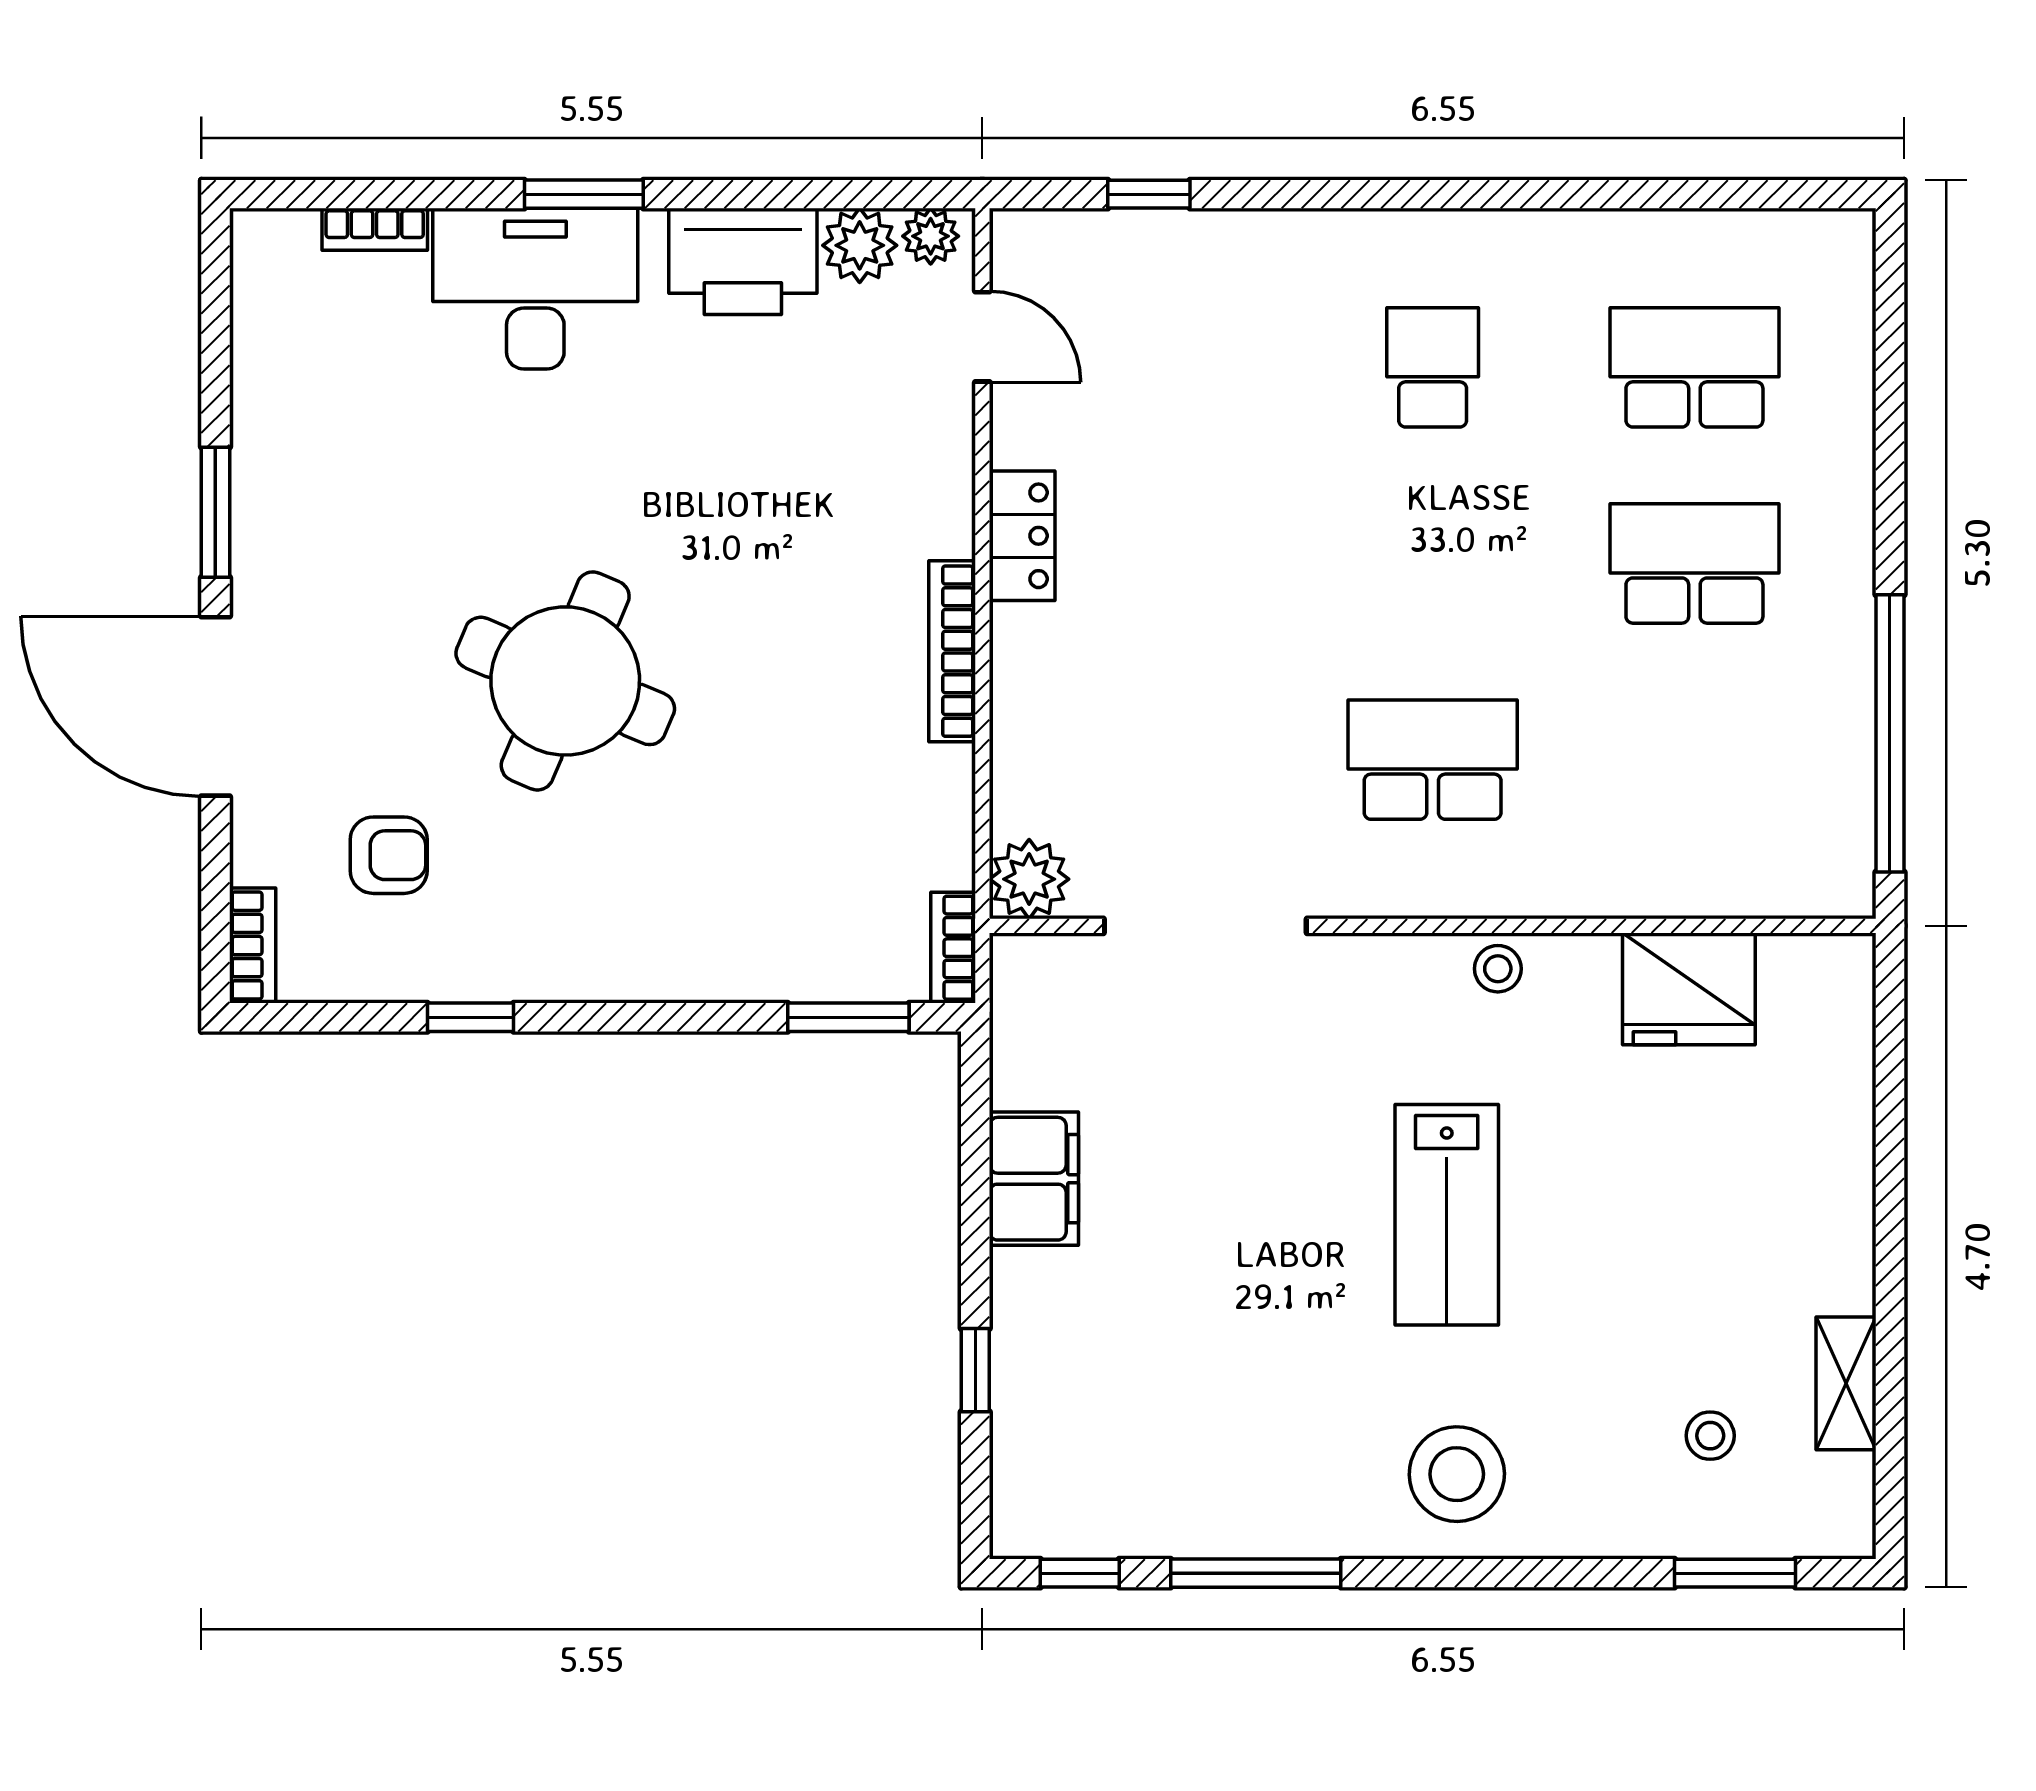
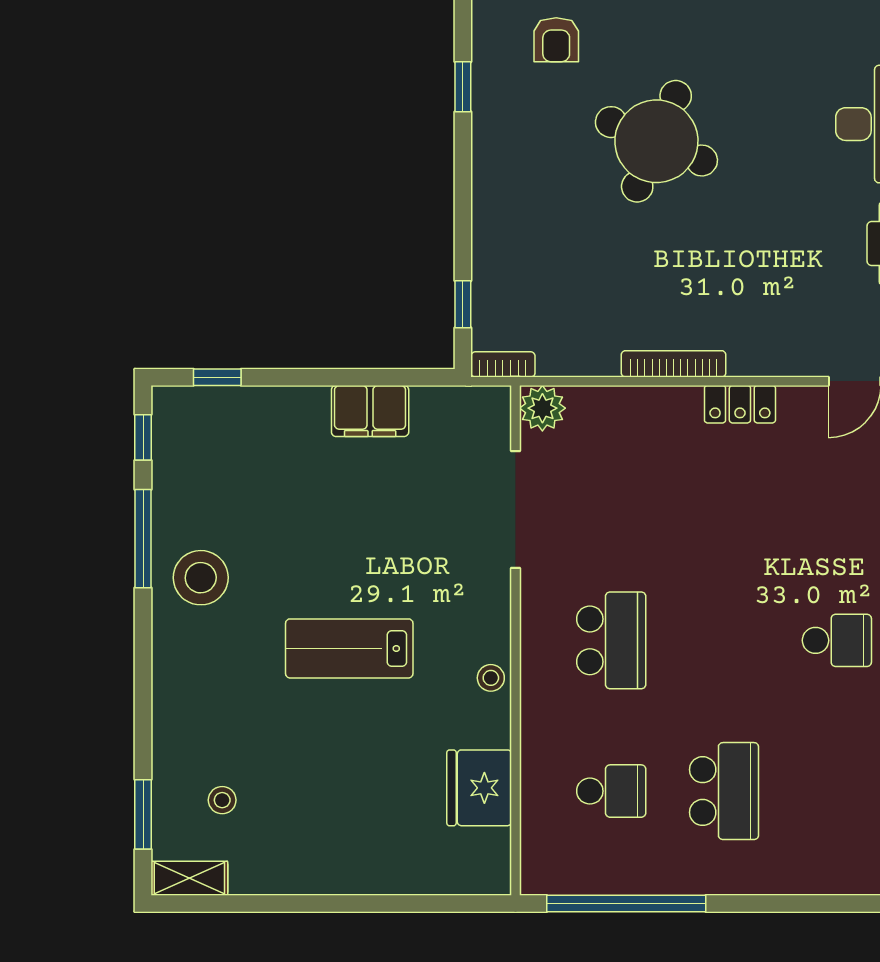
school desk: (1694, 367) -> (611, 791), moved, width x0.54
window: (848, 1017) -> (463, 304), width x0.67
window: (975, 1370) -> (217, 377), moved
shelving: (1846, 1383) -> (189, 878), moved
stool: (1457, 1474) -> (201, 578), moved

